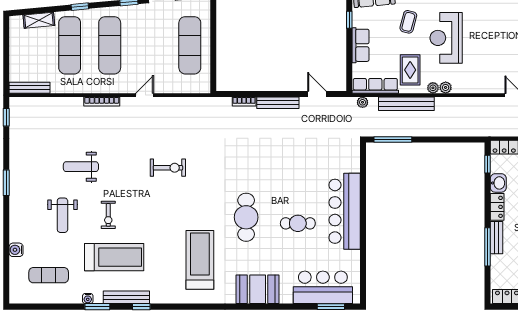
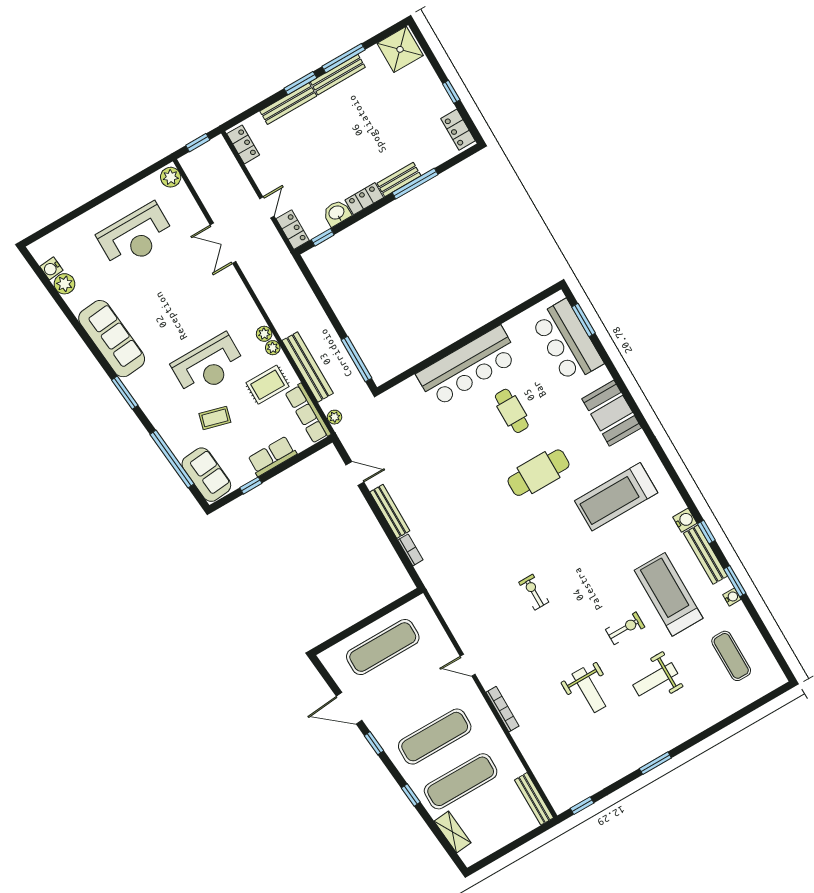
door: (317, 94) -> (355, 473), swing flipped
exercise bike: (168, 168) -> (534, 592), width x0.73, depth x0.72
weight bench: (62, 215) -> (655, 679), turned 180
water cooler: (16, 250) -> (685, 520), moved, turned -90

